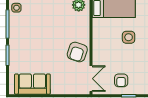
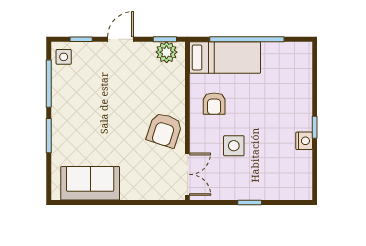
side table: (129, 37) -> (234, 146), moved
armchair: (121, 80) -> (214, 104), moved

